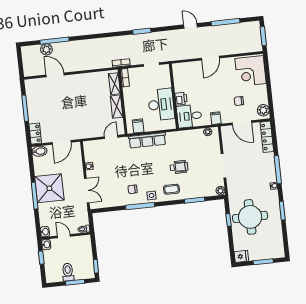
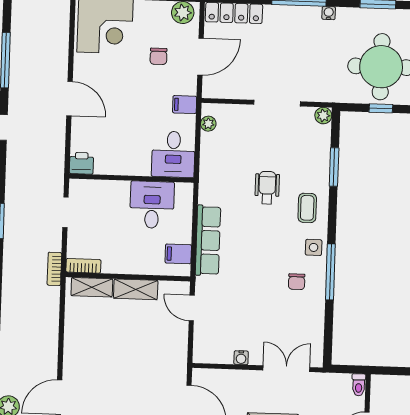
printer: (181, 99) -> (81, 163), moved
desk: (161, 104) -> (152, 205), width x0.73

